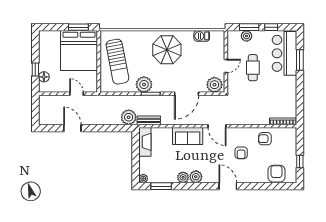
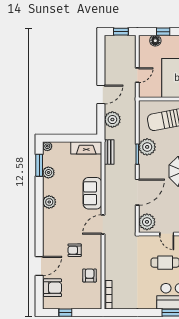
door: (187, 94) -> (137, 192), swing flipped
window: (35, 109) -> (121, 32), added
plant: (129, 117) -> (112, 120), moved
door: (72, 128) -> (101, 94), moved
plant: (183, 177) -> (48, 173), moved
door: (228, 186) -> (39, 266), moved

